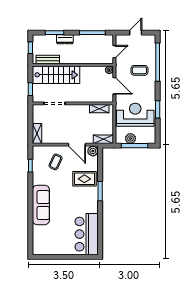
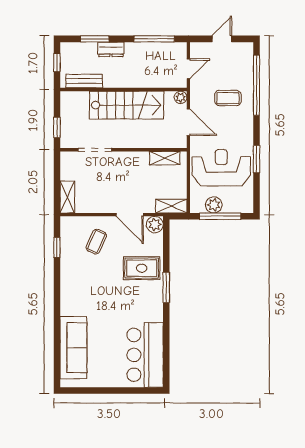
stairs: (56, 75) -> (127, 105), moved
sofa: (41, 205) -> (73, 348), moved

